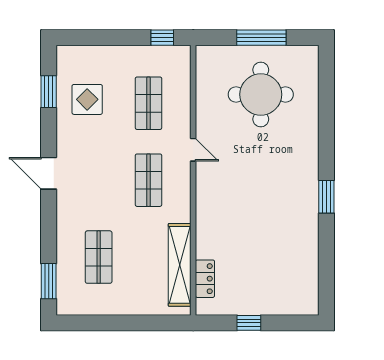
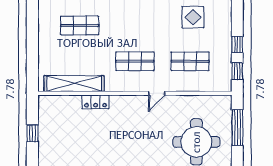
window: (125, 38) -> (237, 44), added
window: (261, 38) -> (237, 128), moved
locker: (205, 279) -> (95, 102), moved

